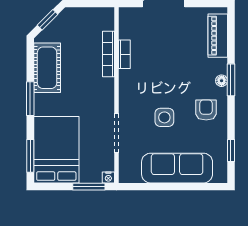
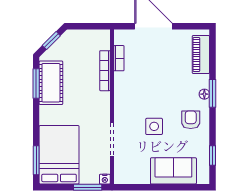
bookcase: (124, 54) -> (119, 58), moved
window: (30, 99) -> (36, 84), moved
sofa: (177, 168) -> (173, 171), width x0.73

